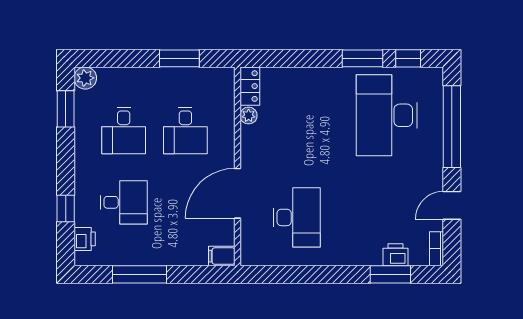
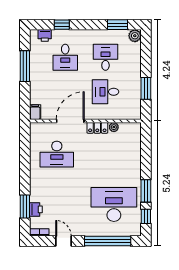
locker: (250, 86) -> (97, 128), moved
desk: (124, 130) -> (105, 57), turned 90
door: (237, 193) -> (70, 121), hinge flipped

